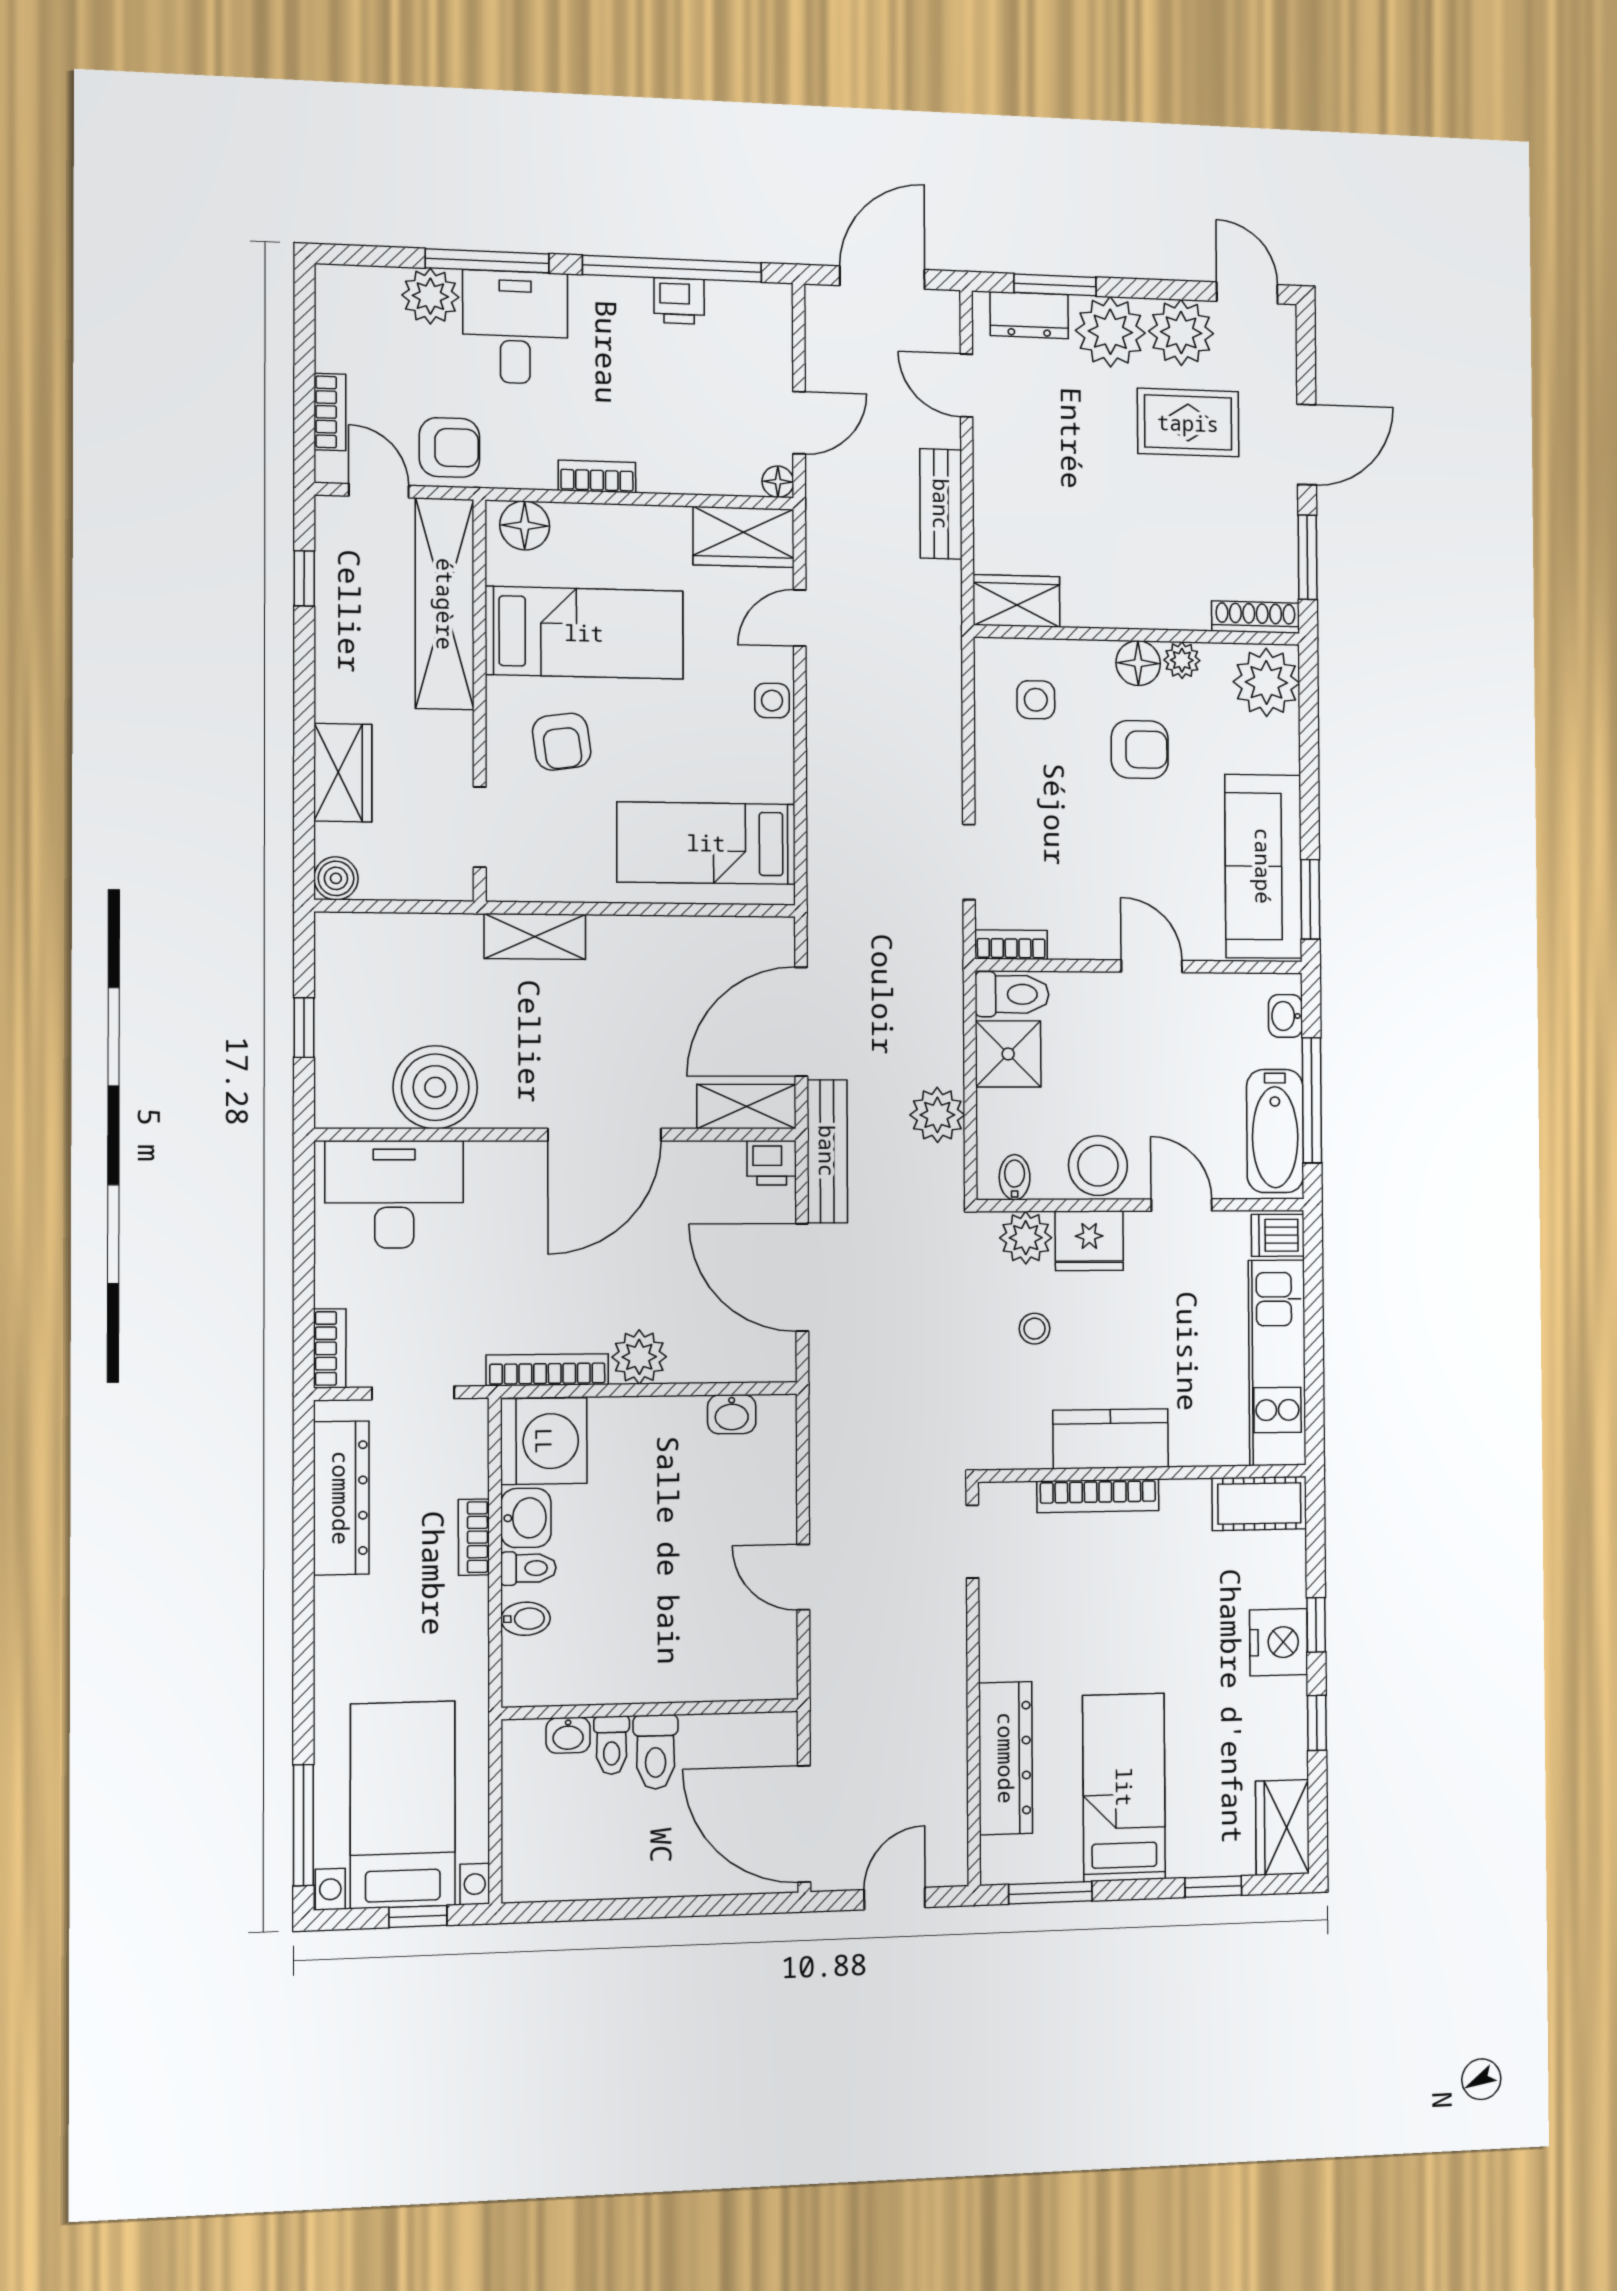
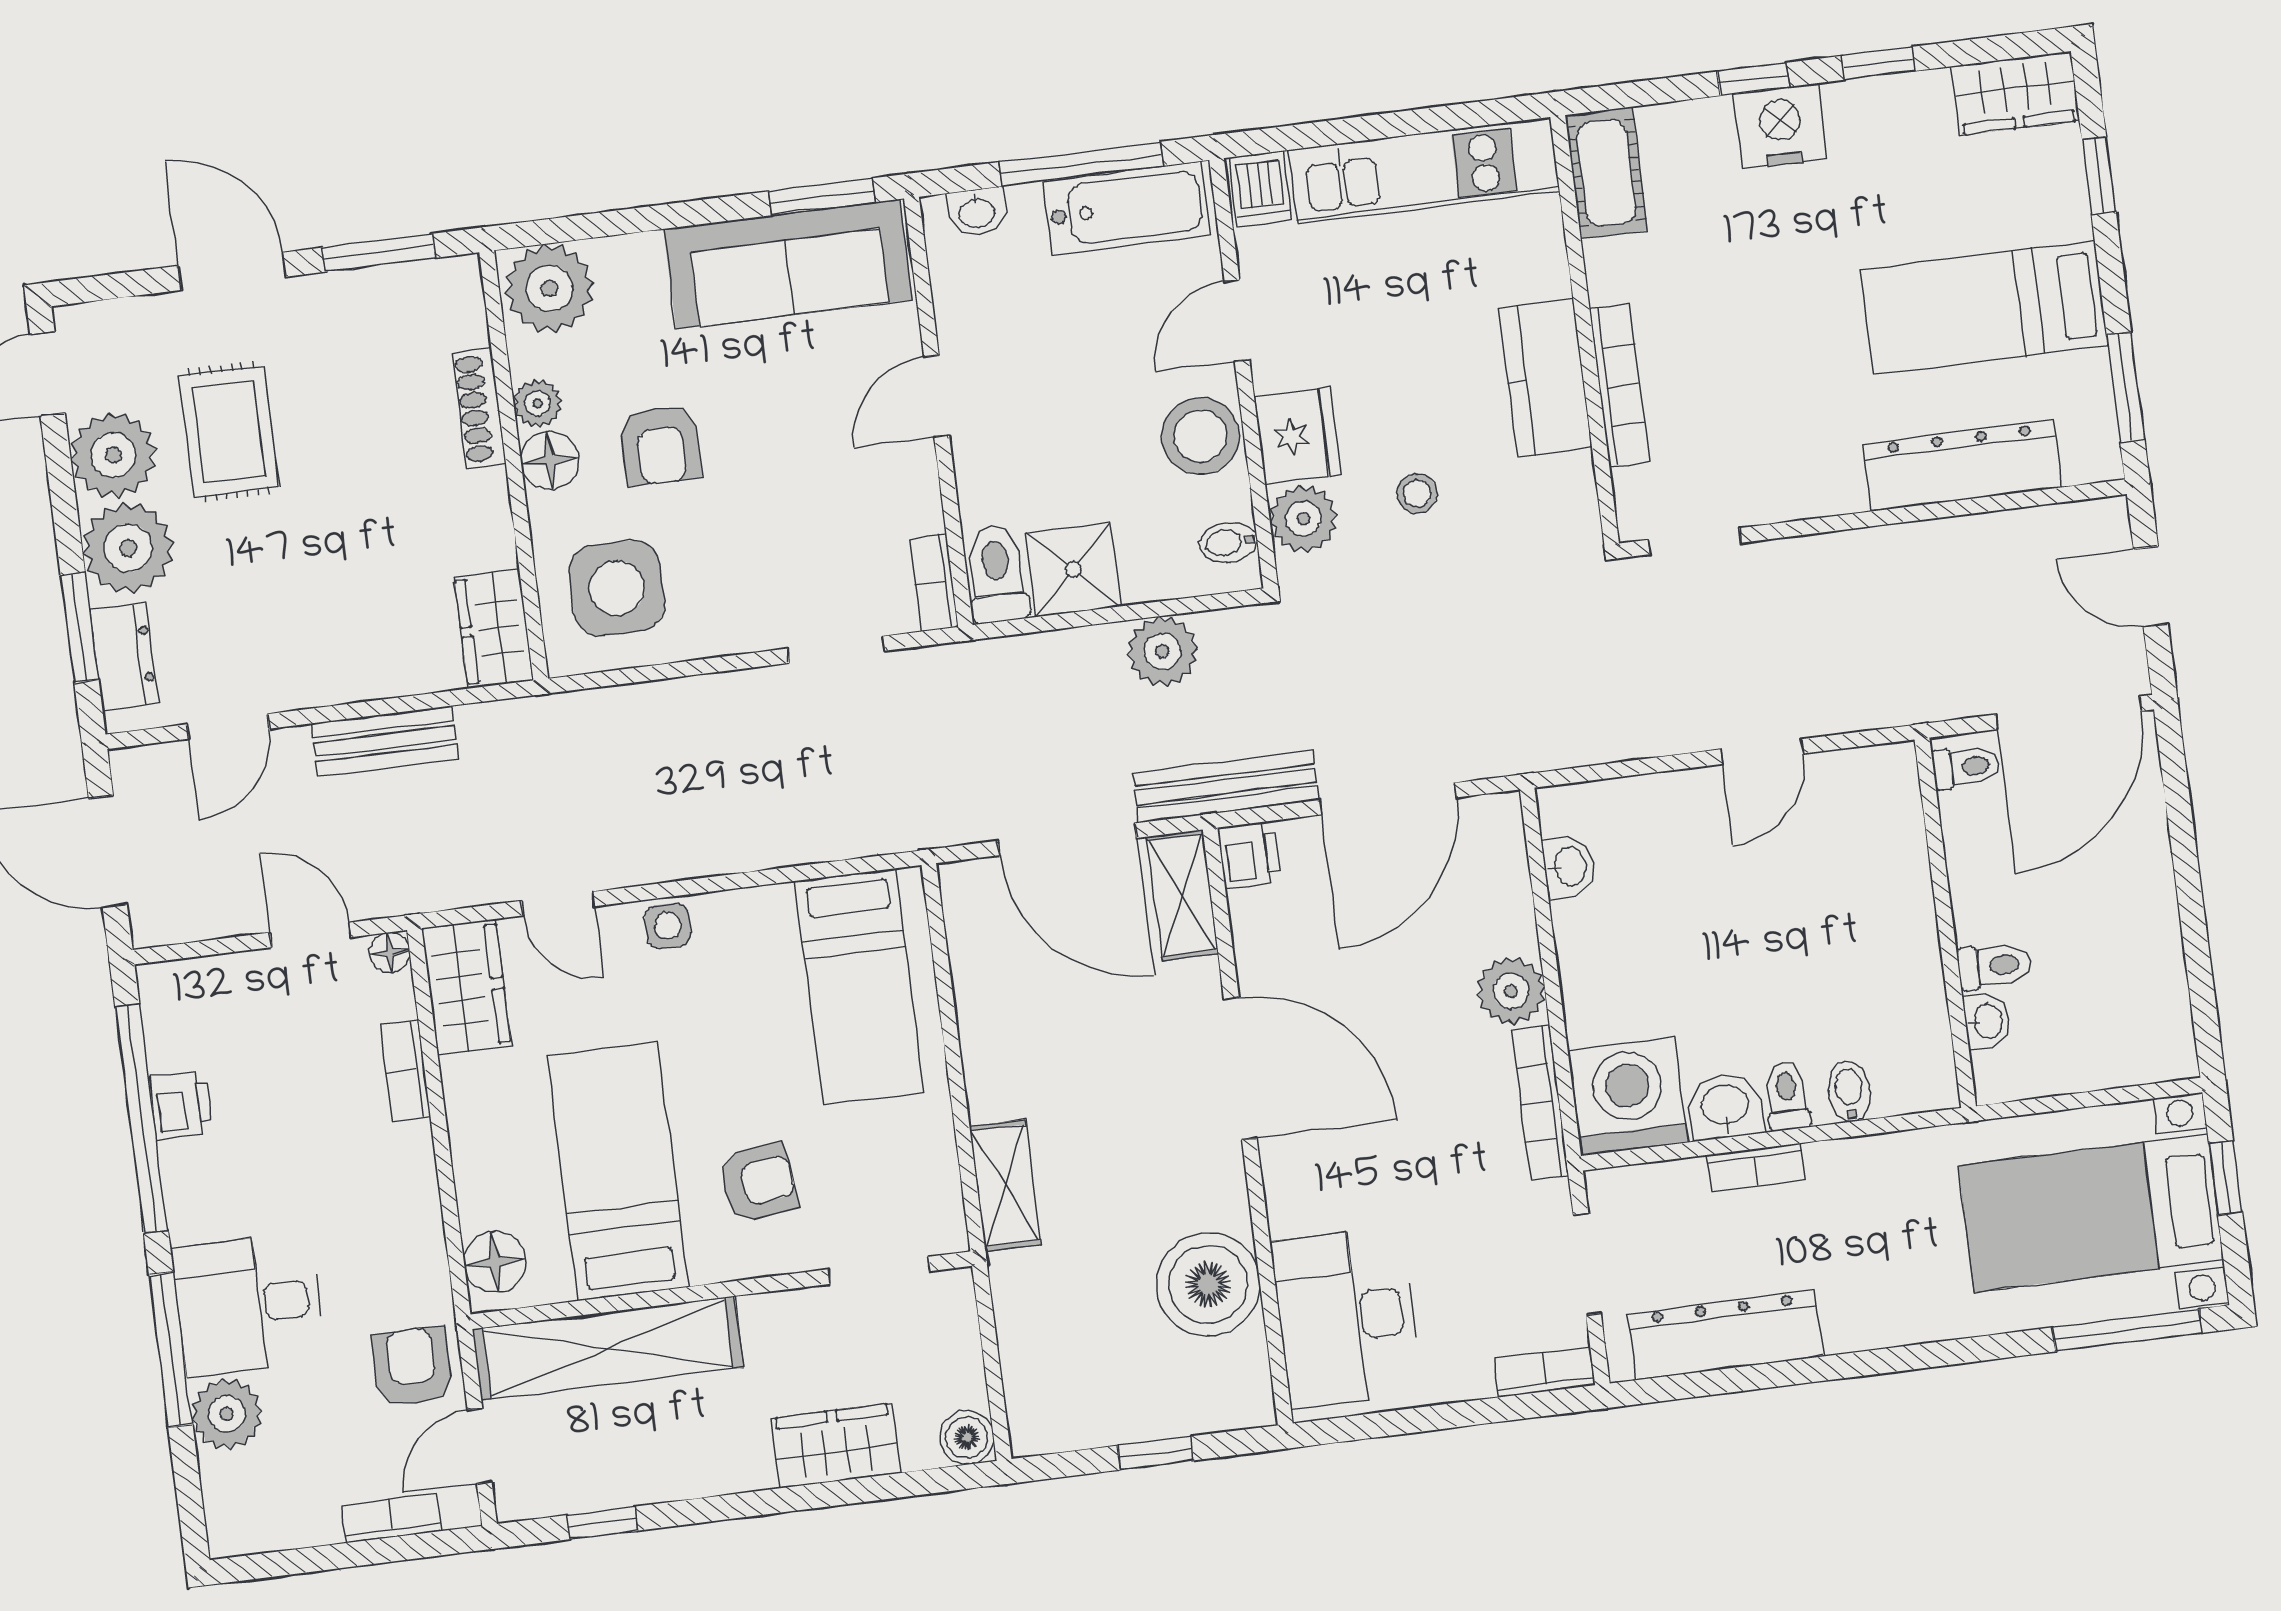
bookcase: (597, 476) -> (405, 1070), moved
shoe rack: (1256, 617) -> (479, 408), moved
side table: (1036, 700) -> (617, 588), width x1.87, depth x1.87
armchair: (1140, 749) -> (661, 445), turned 180
toilet: (656, 1752) -> (1966, 767), moved, width x0.73, depth x0.72

